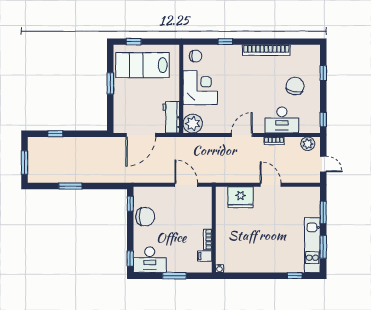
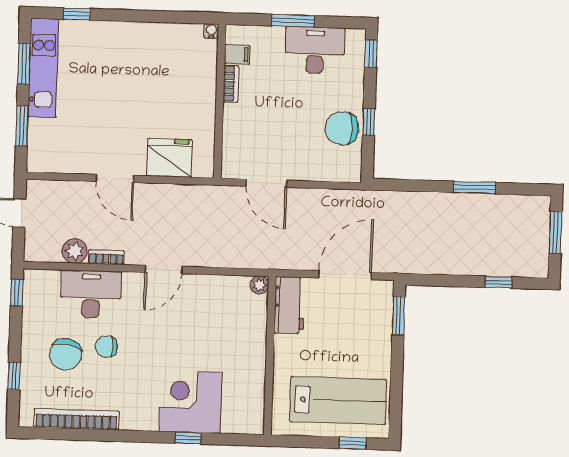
bookcase: (266, 50) -> (76, 419), moved
chair: (196, 56) -> (106, 347), moved
window: (110, 83) -> (399, 316), moved
corner desk: (200, 88) -> (191, 402), moved, turned 90
plant: (193, 124) -> (260, 285), width x0.53, depth x0.53
plant: (308, 144) -> (74, 251), moved
window: (130, 204) -> (369, 122), moved
desk: (150, 260) -> (315, 50), moved

